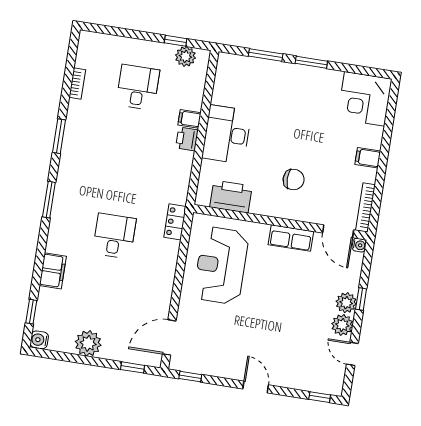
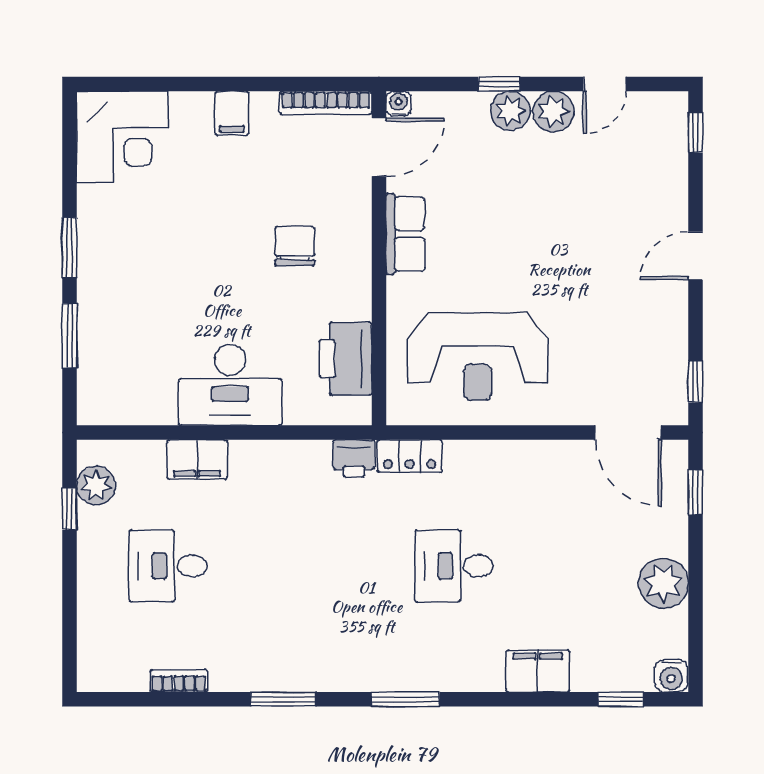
filing cabinet: (189, 119) -> (197, 460), width x2.00
printer: (187, 139) -> (354, 458), moved

